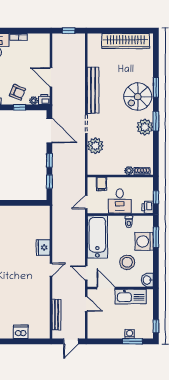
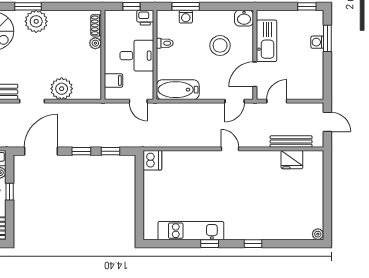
bathtub: (97, 237) -> (178, 90), width x0.73, depth x0.73
washing machine: (144, 241) -> (186, 17), width x0.53, depth x0.53
fridge: (43, 247) -> (292, 160), moved
dishwasher: (21, 332) -> (152, 160), moved, turned 180

